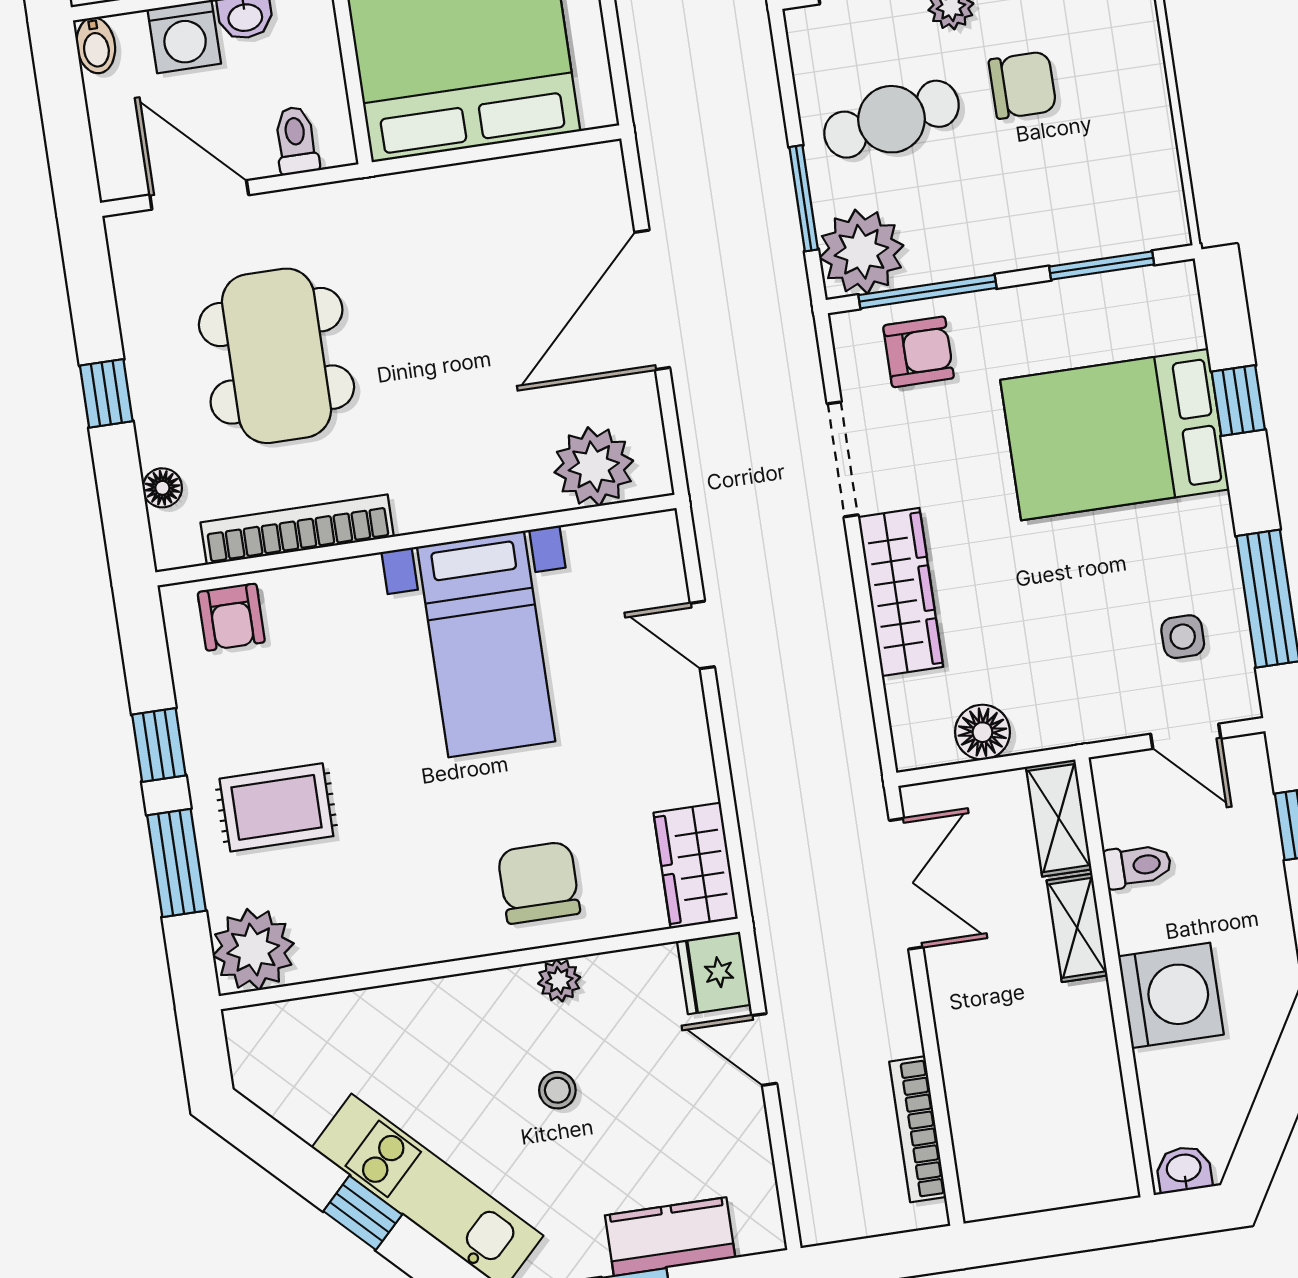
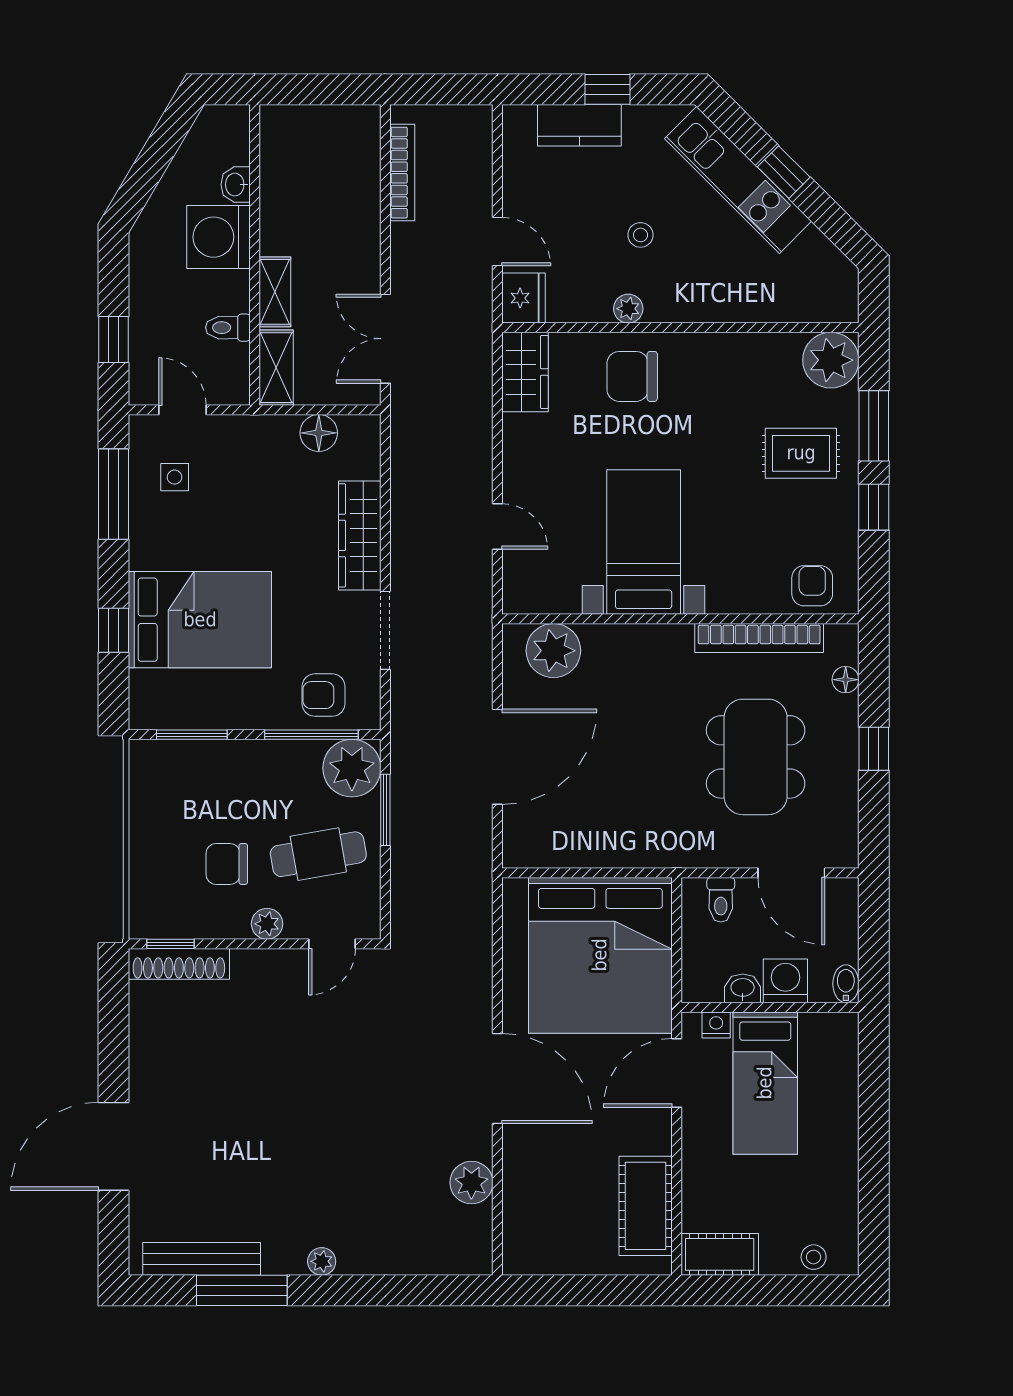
chair: (539, 883) -> (632, 376), turned 90
washbasin: (1184, 1169) -> (236, 185), moved, turned 90

